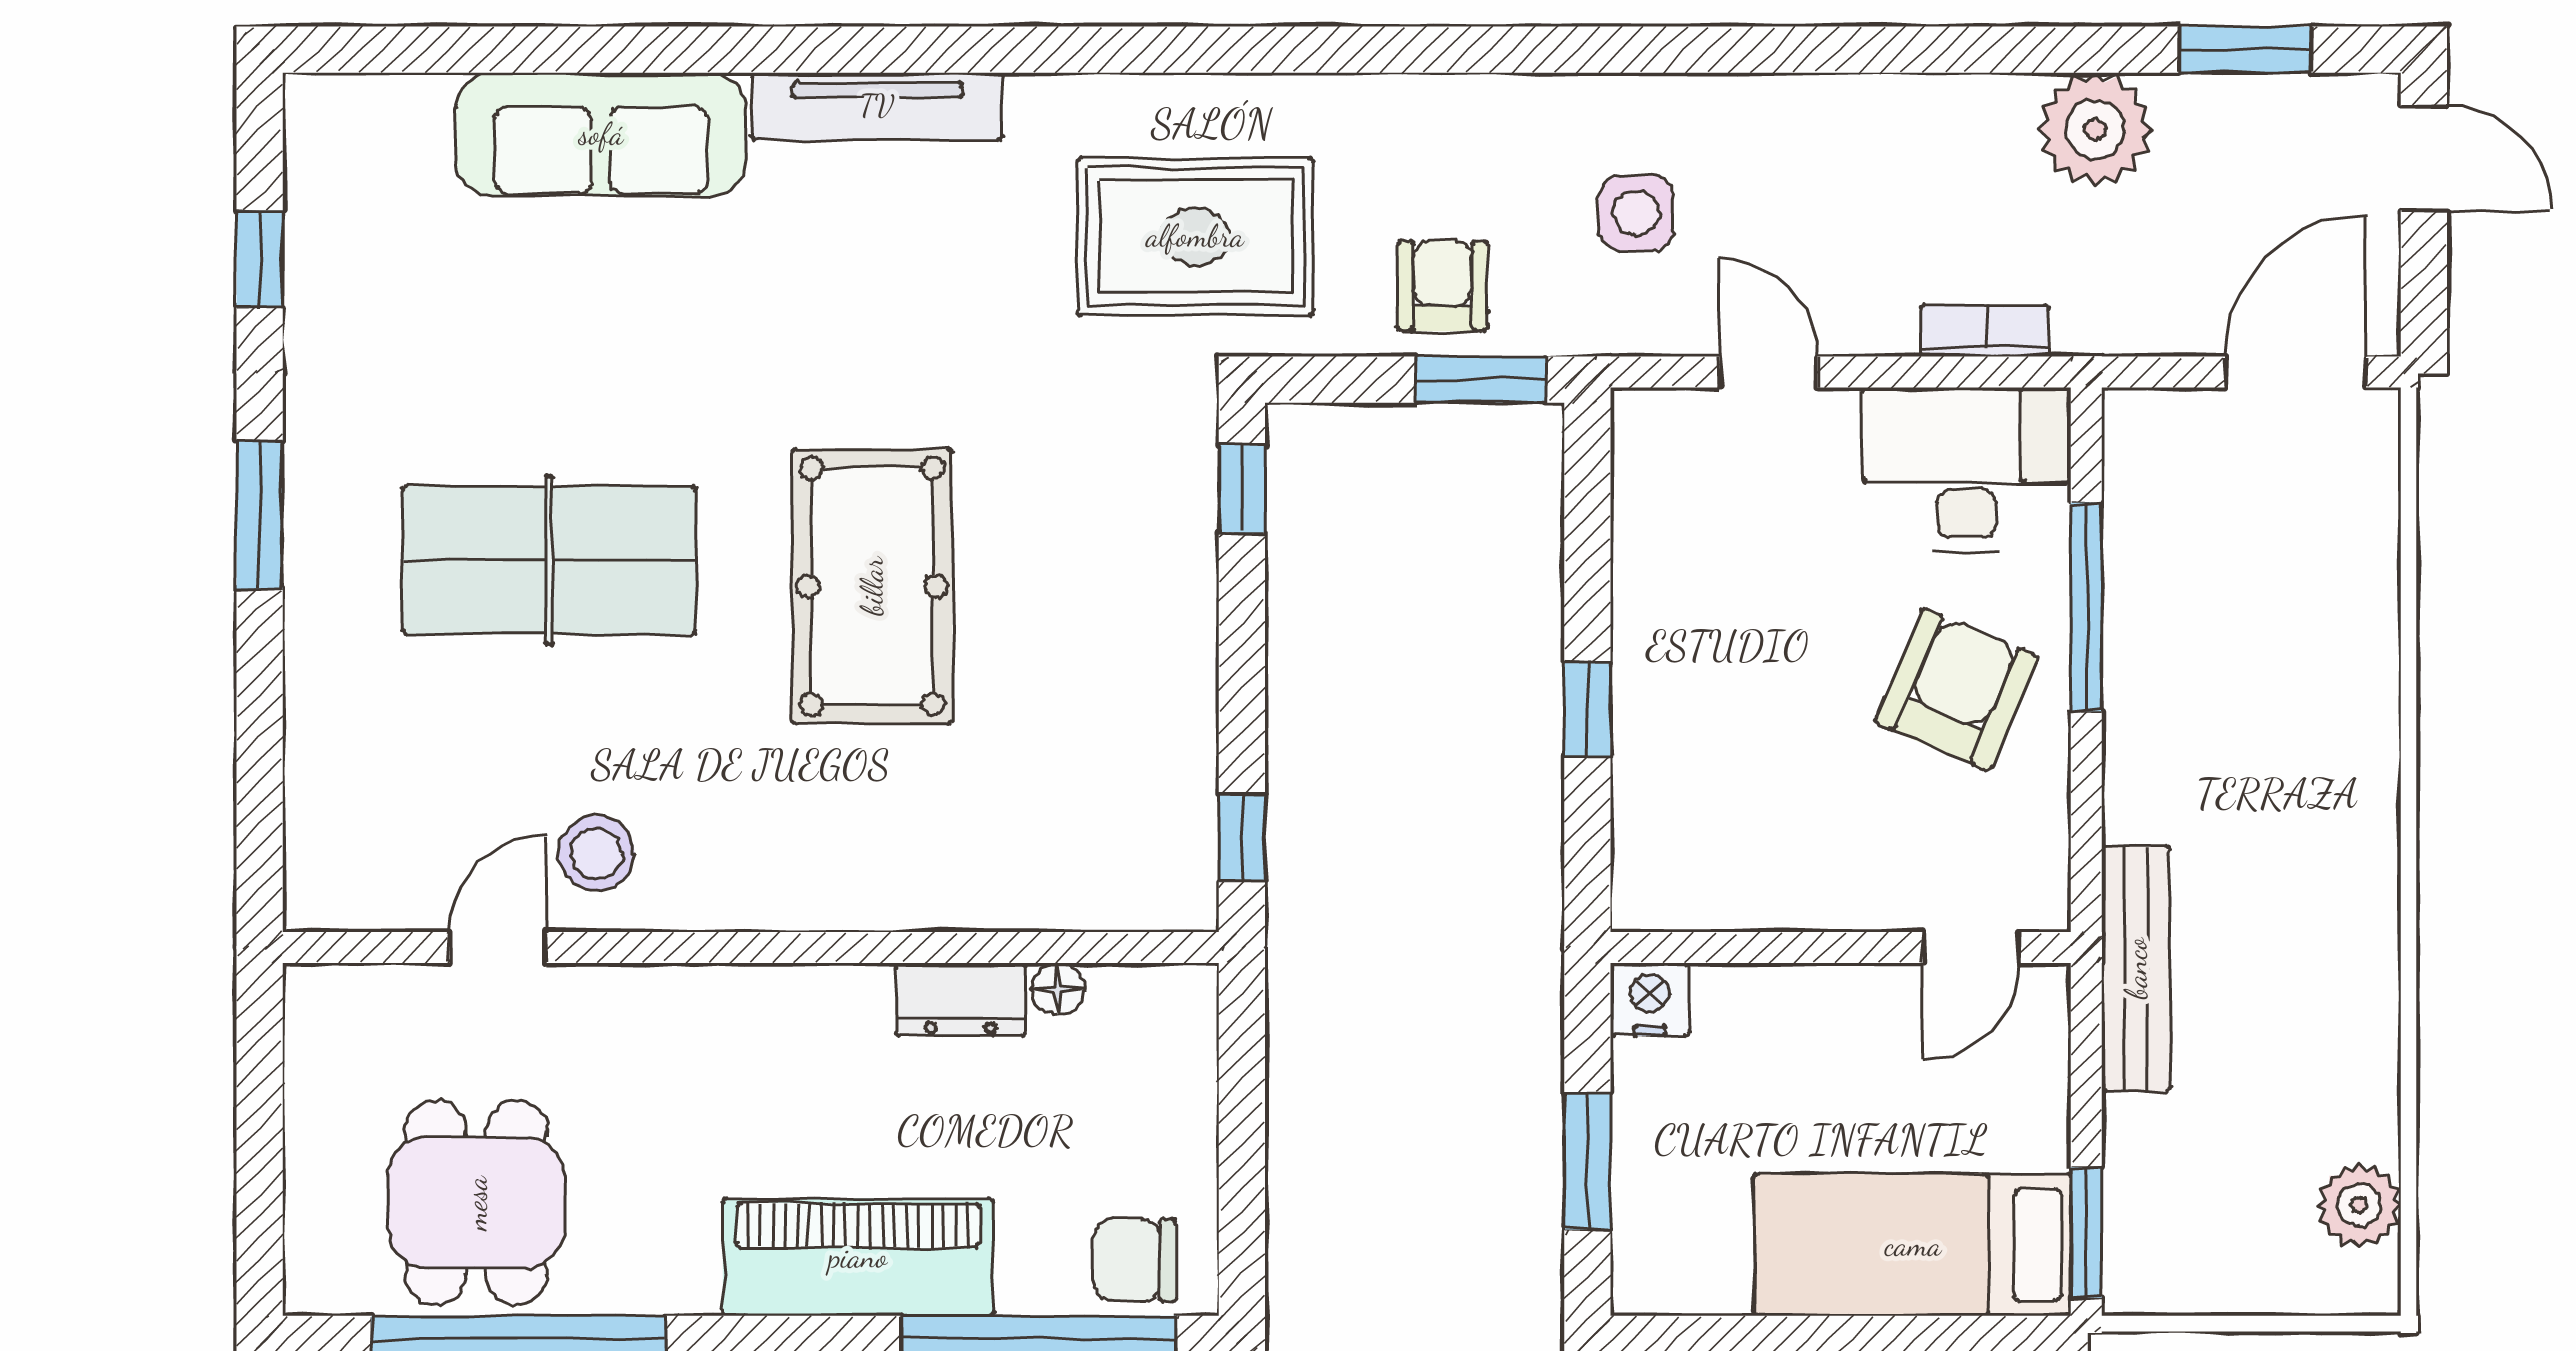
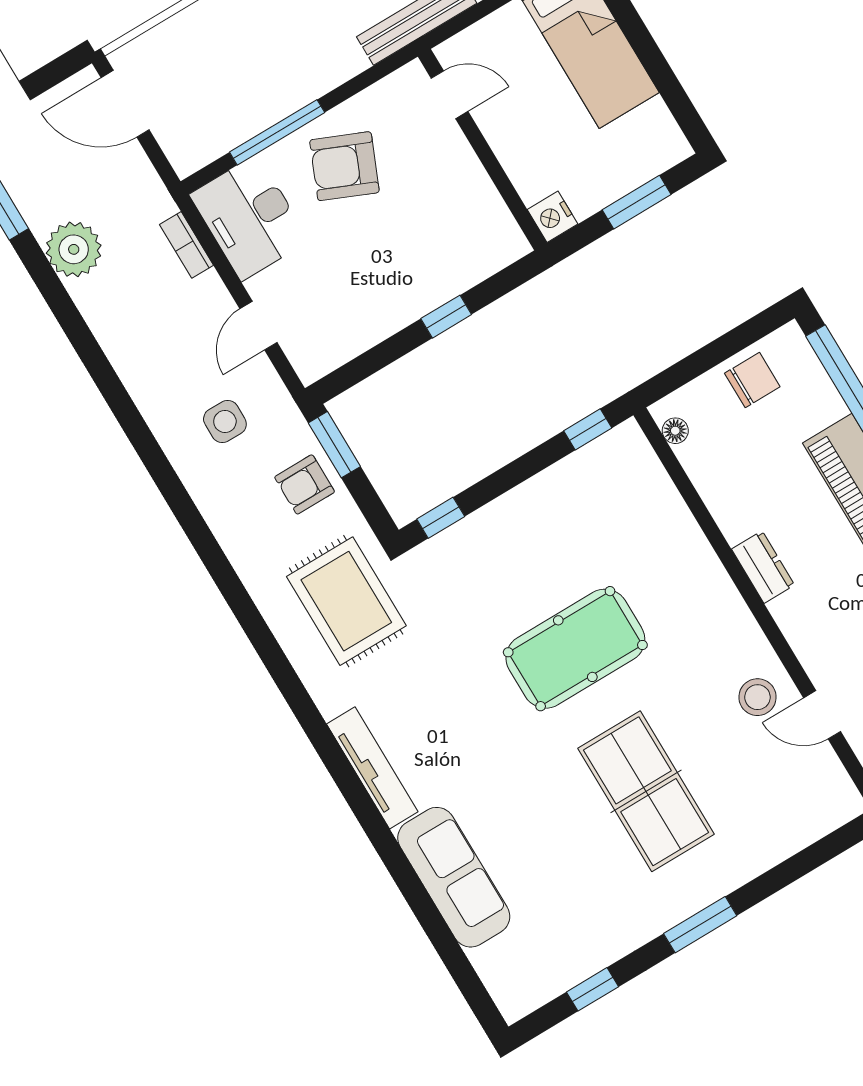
floor lamp: (1058, 989) -> (675, 431), moved
dresser: (961, 999) -> (763, 567), moved
chair: (1135, 1260) -> (752, 380), moved, turned -90

